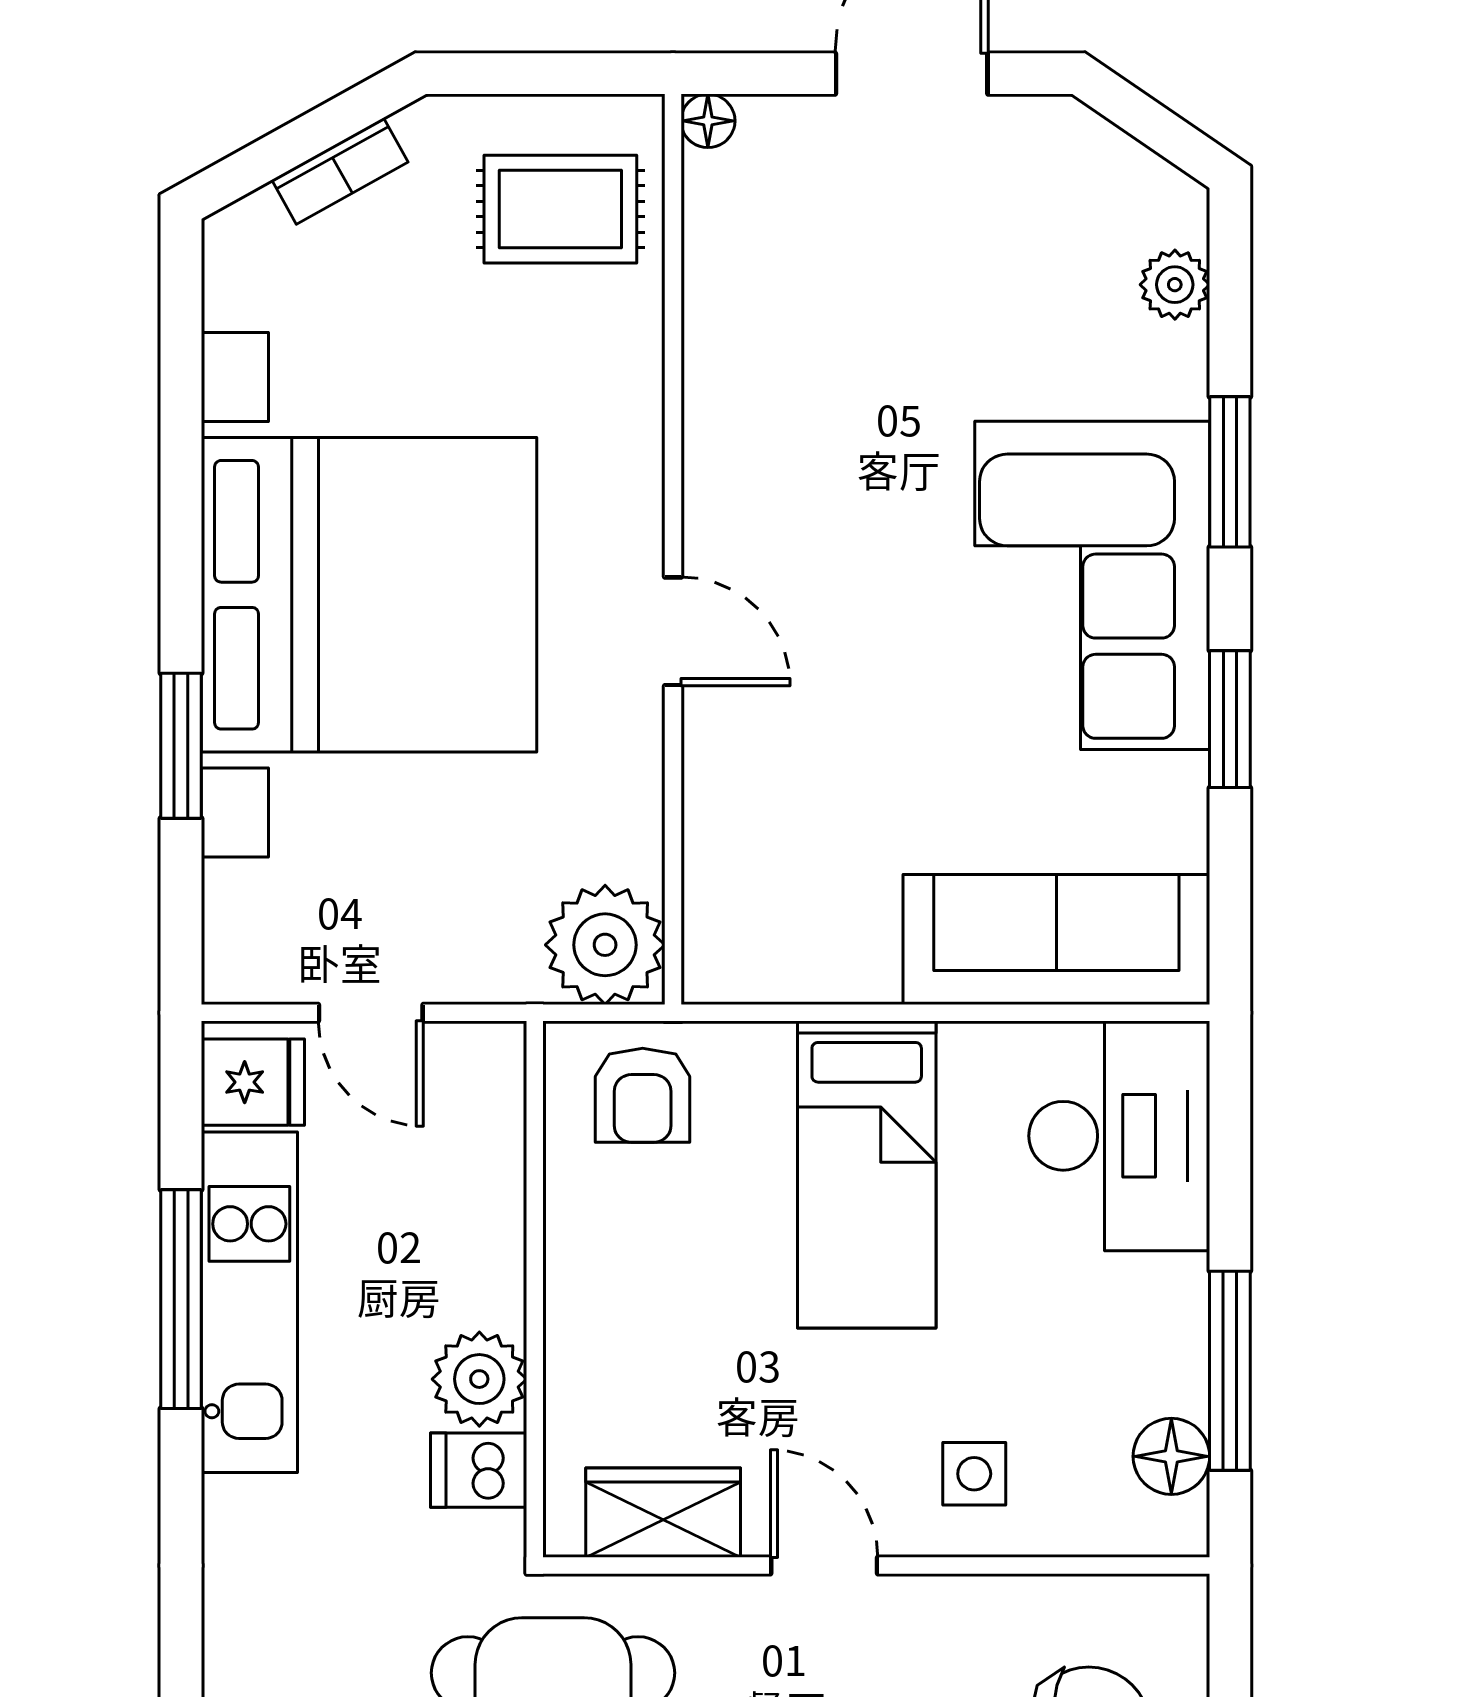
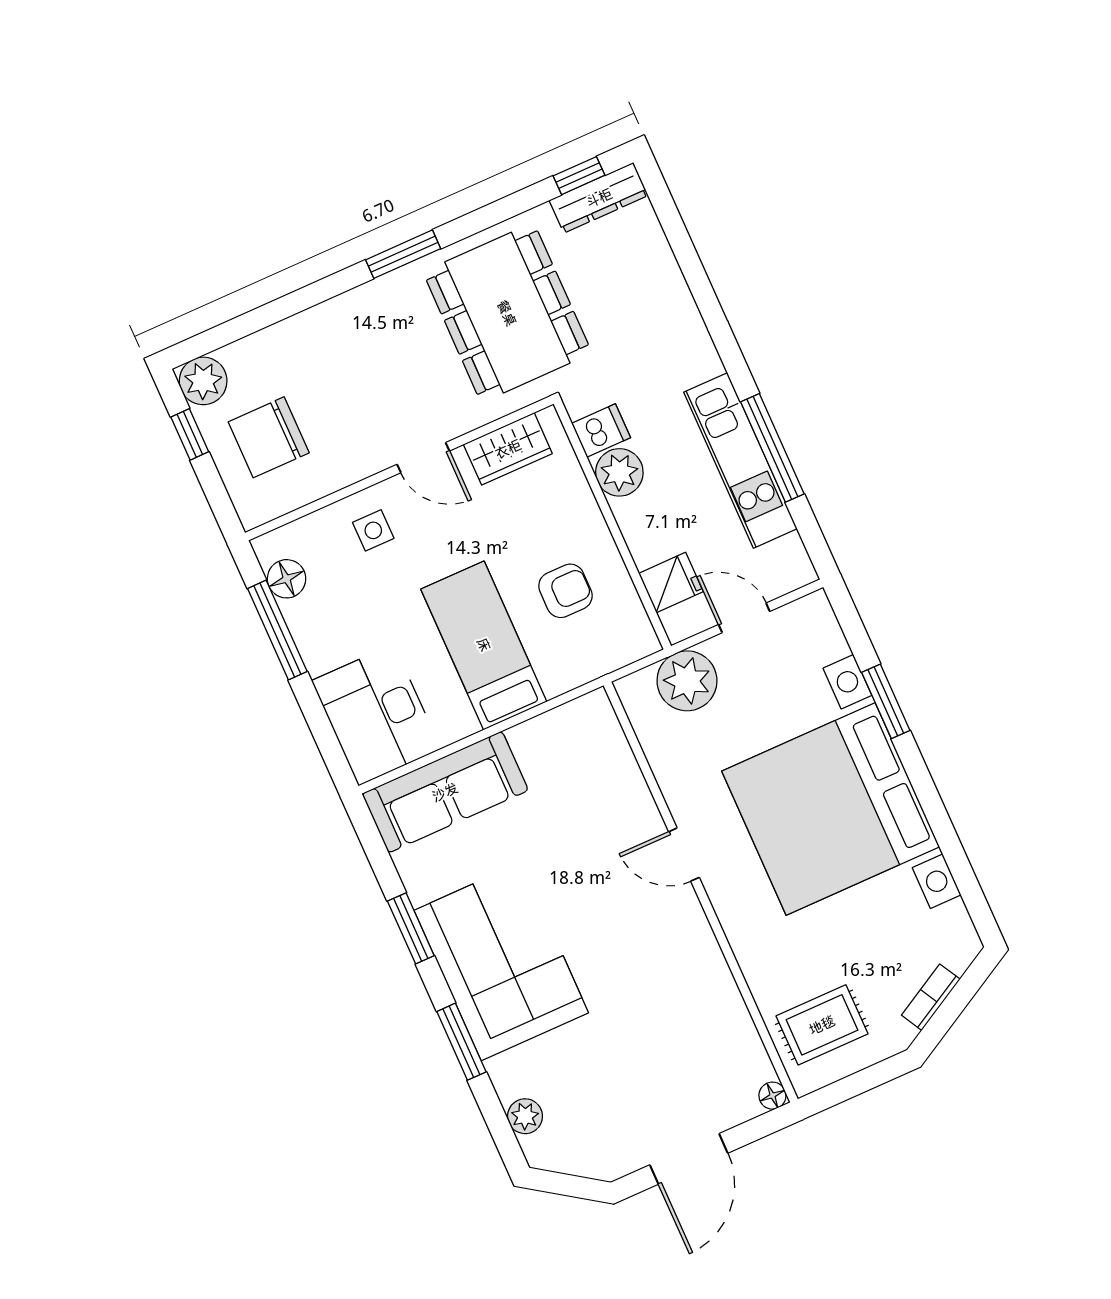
plant: (605, 945) -> (687, 681), moved
fridge: (253, 1082) -> (671, 582), moved, turned 180
armchair: (643, 1095) -> (565, 591), moved, turned 90

